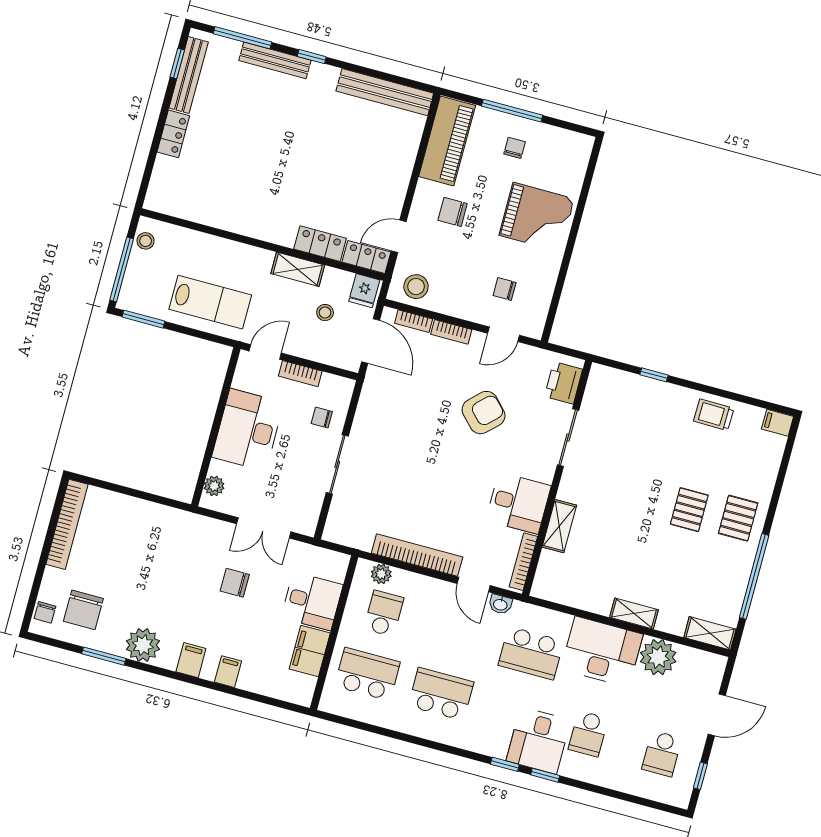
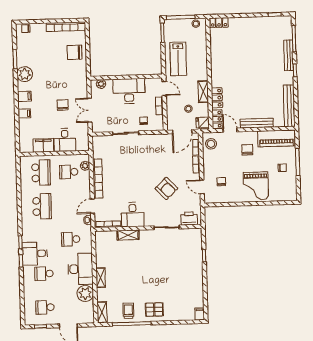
bench: (189, 75) -> (257, 123), moved
locker: (173, 134) -> (219, 23), moved
trolley: (714, 415) -> (128, 311), moved
pallet: (689, 510) -> (152, 288), removed
chair: (83, 610) -> (75, 52), moved
school desk: (384, 613) -> (69, 172), turned 180
school desk: (531, 653) -> (71, 239), width x0.54

